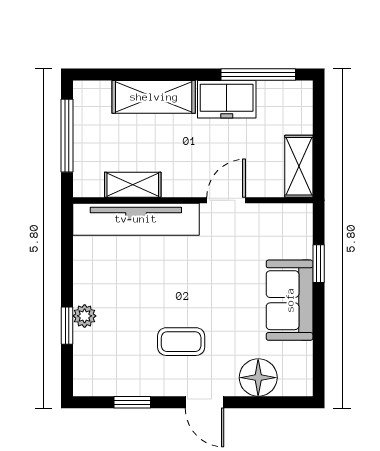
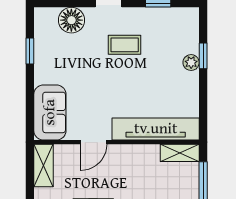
shelving: (133, 185) -> (180, 153), moved
window: (319, 264) -> (30, 51), moved
sofa: (290, 300) -> (50, 112), moved

